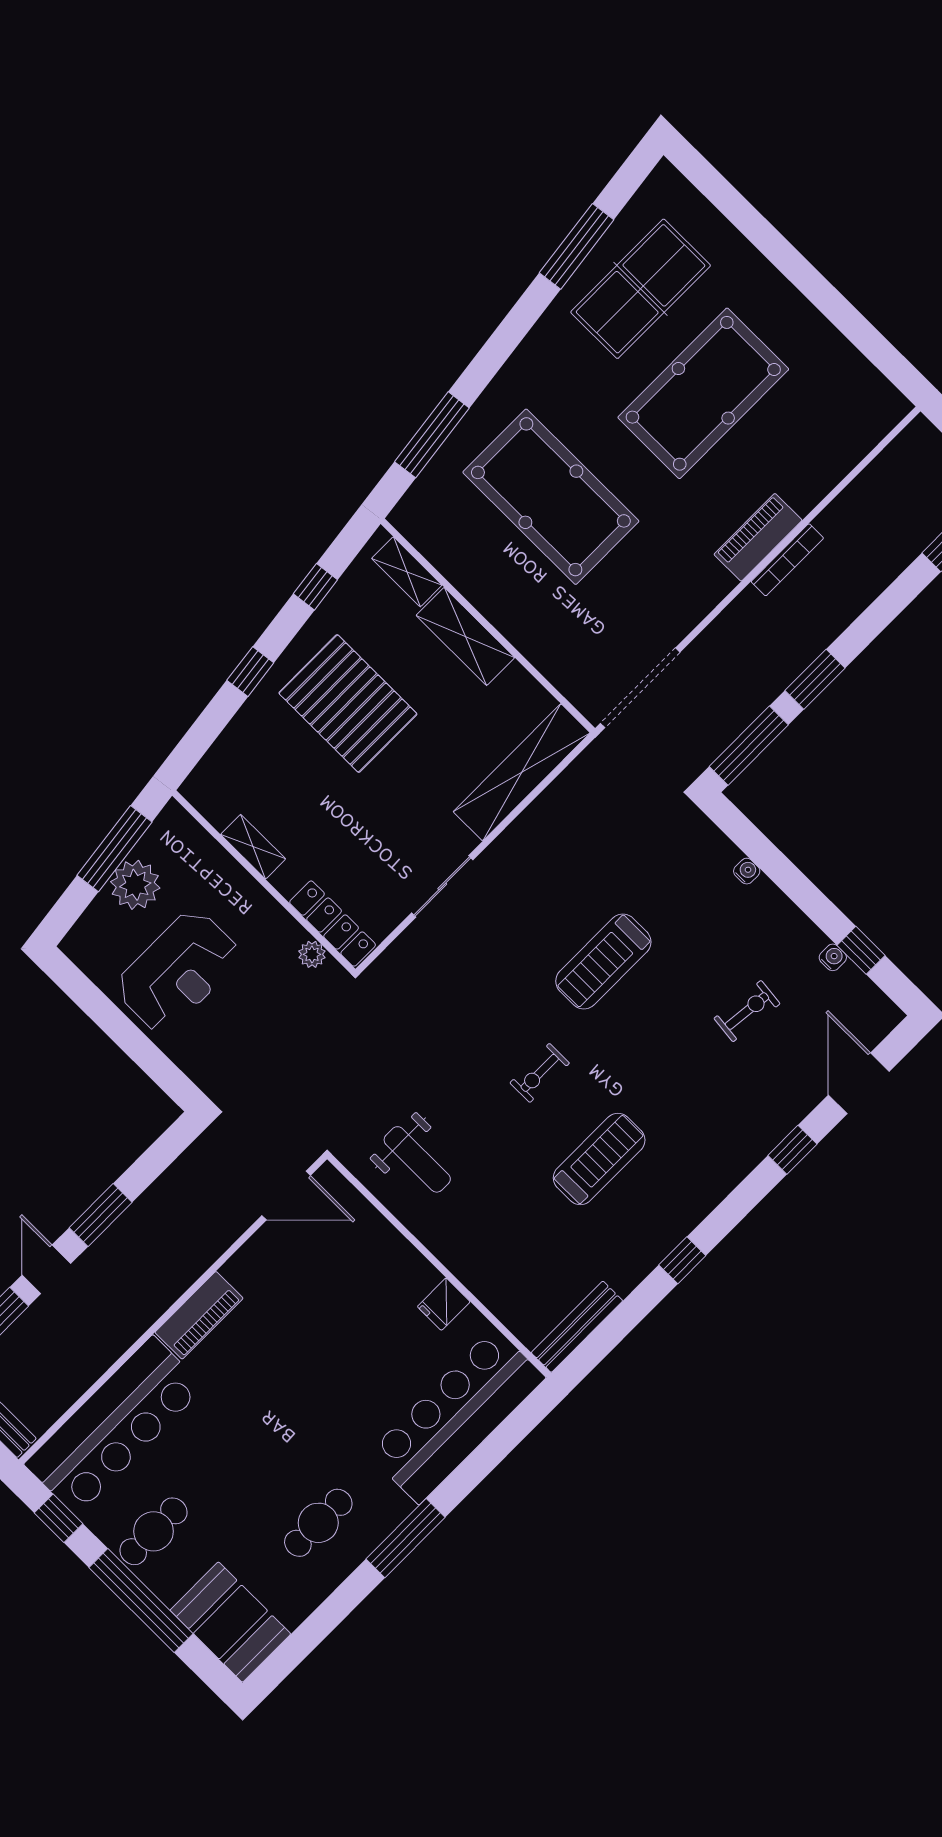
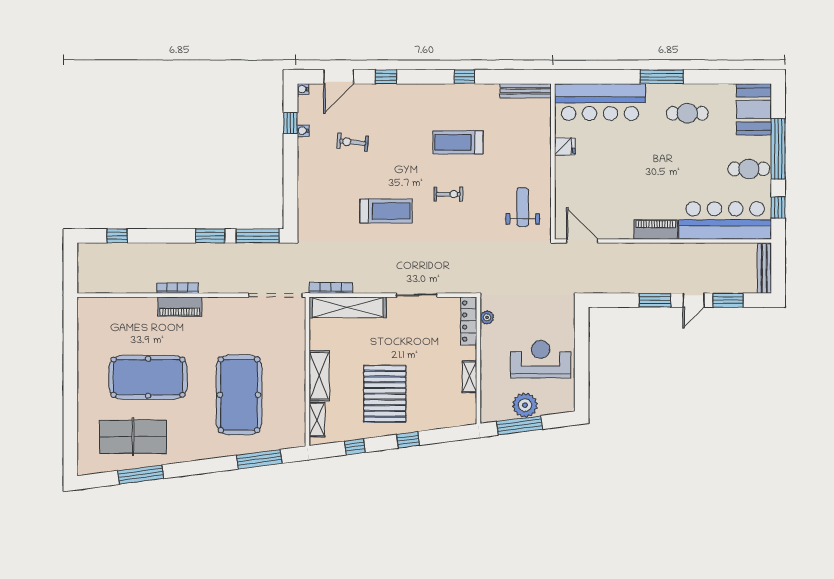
bookcase: (573, 776) -> (331, 288), added
water cooler: (747, 871) -> (303, 89), moved

